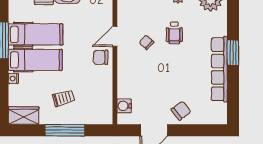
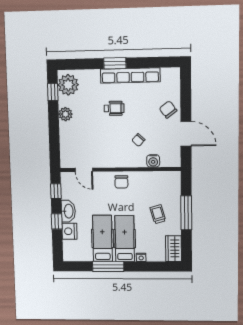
wheelchair: (174, 33) -> (114, 108), moved
door: (115, 36) -> (84, 170), moved
chair: (146, 42) -> (138, 140), moved
water cooler: (124, 106) -> (153, 161), moved

